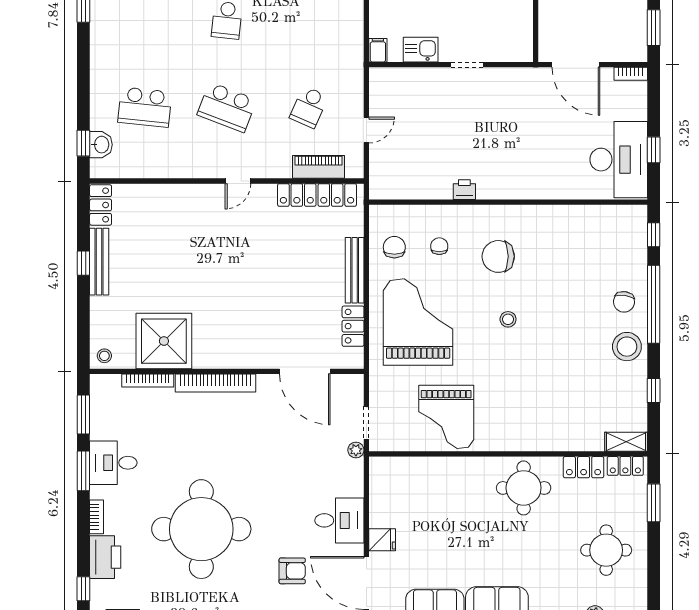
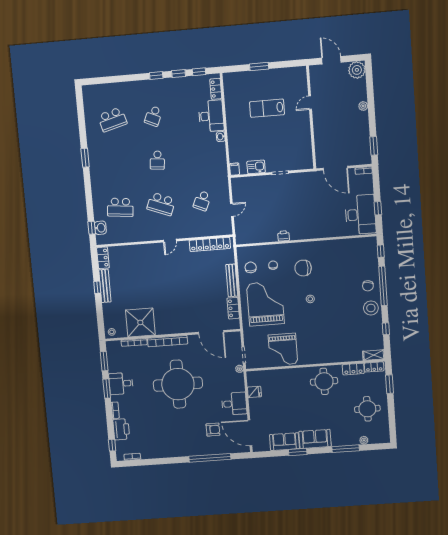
piano: (319, 167) -> (210, 230), removed
round table: (201, 529) -> (178, 384), moved
fridge: (382, 540) -> (254, 392), moved

